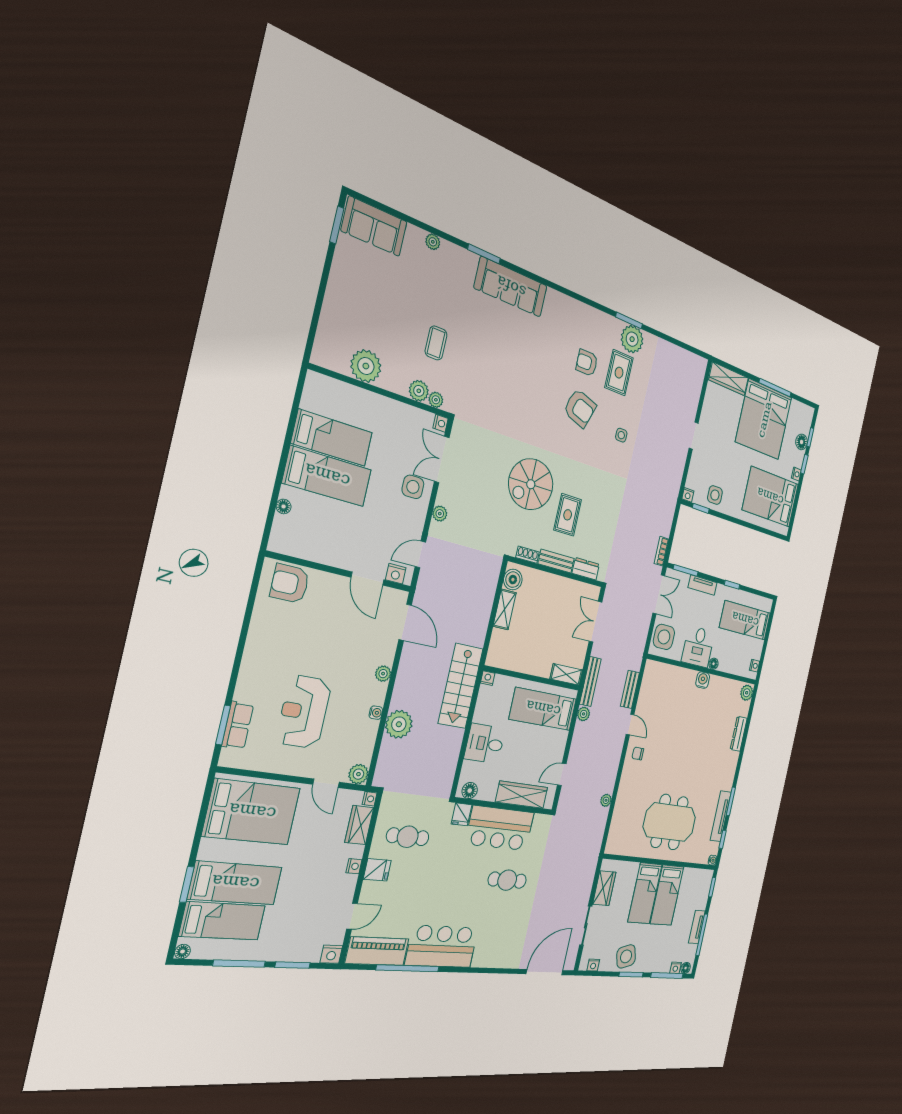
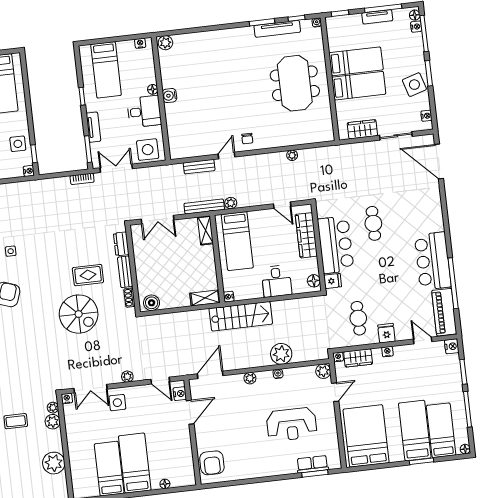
shelving: (505, 609) -> (205, 298), moved
dresser: (739, 734) -> (202, 37), removed

